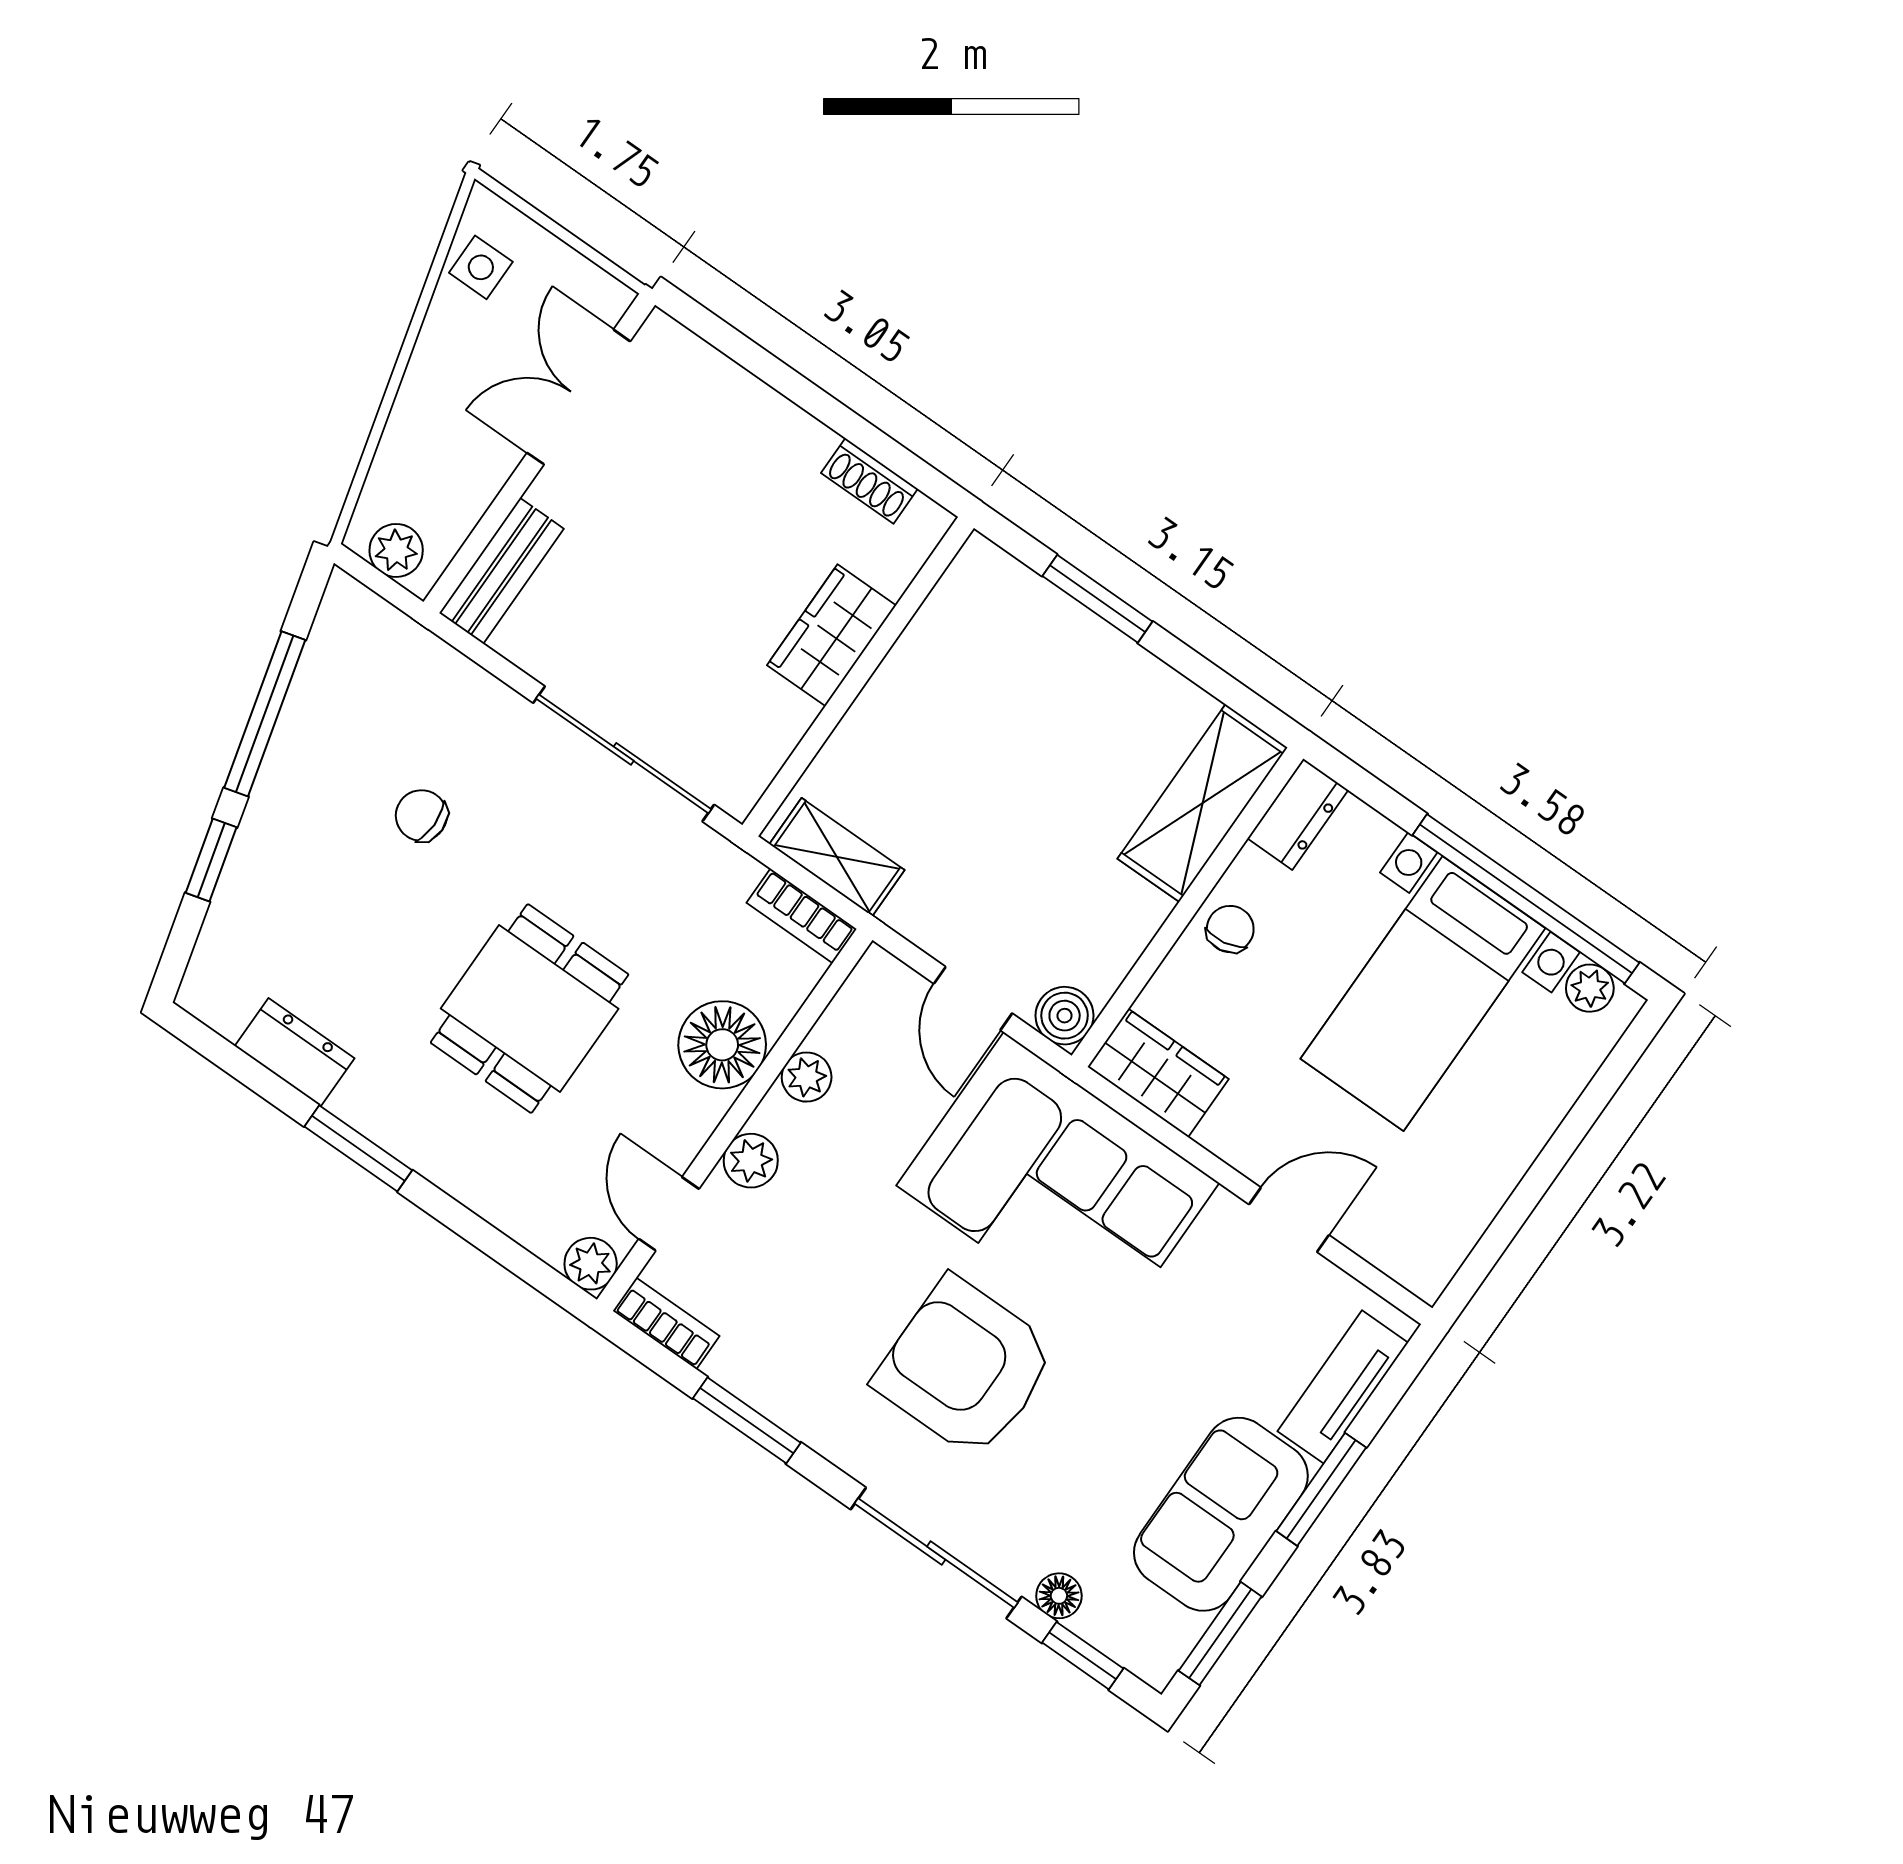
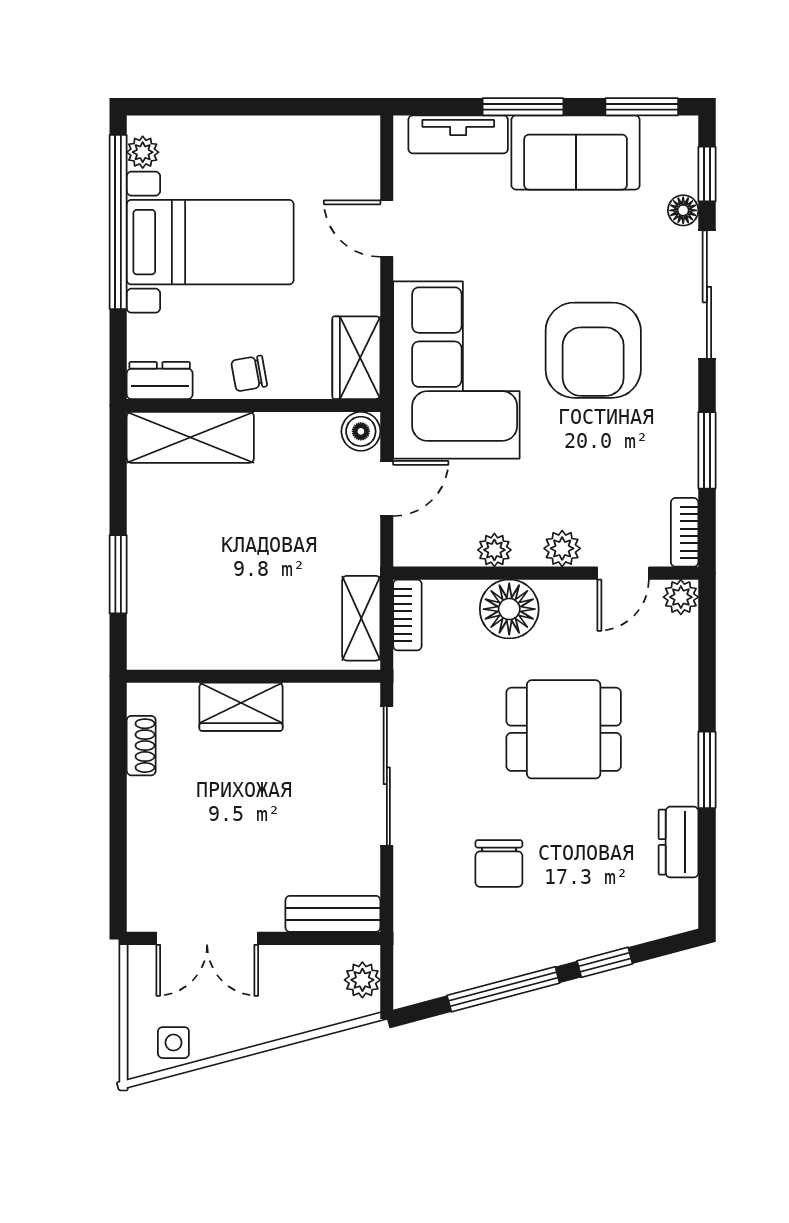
chair: (421, 816) -> (499, 864), width x1.37, depth x1.37

